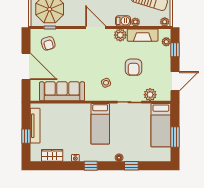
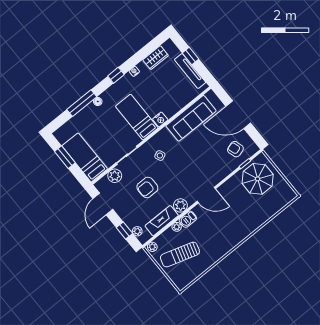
armchair: (134, 67) -> (147, 187), turned -90
nightstand: (85, 108) -> (160, 119), added
window: (131, 166) -> (82, 103), width x2.17

